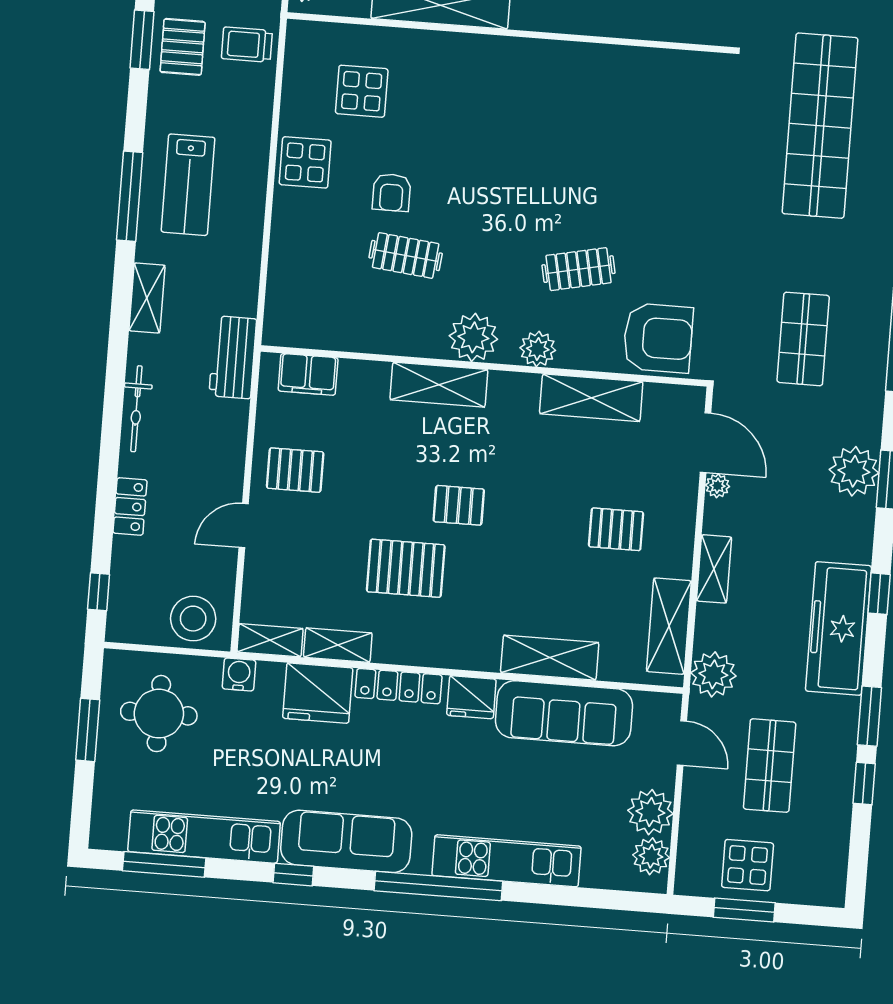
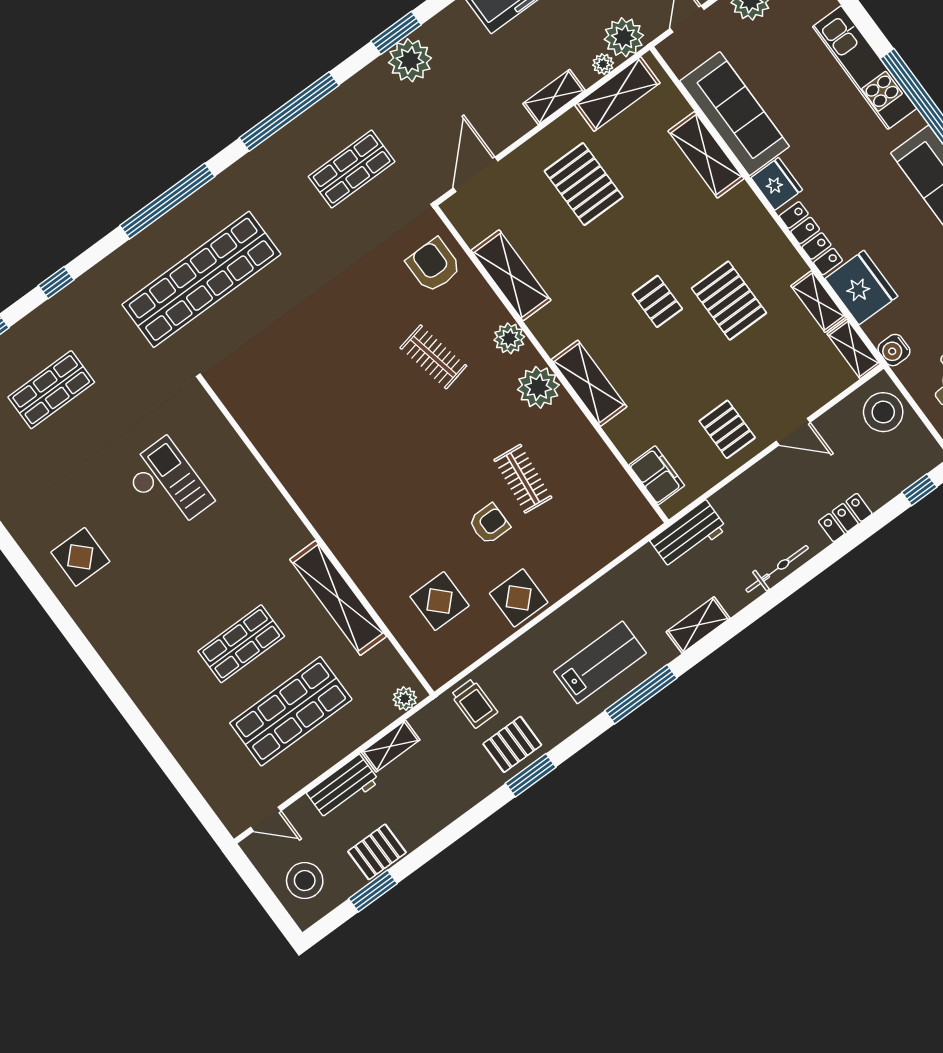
armchair: (658, 338) -> (434, 265), width x0.73, depth x0.73
plant: (718, 486) -> (603, 64), moved
pallet: (616, 529) -> (584, 184), width x1.50, depth x1.42

